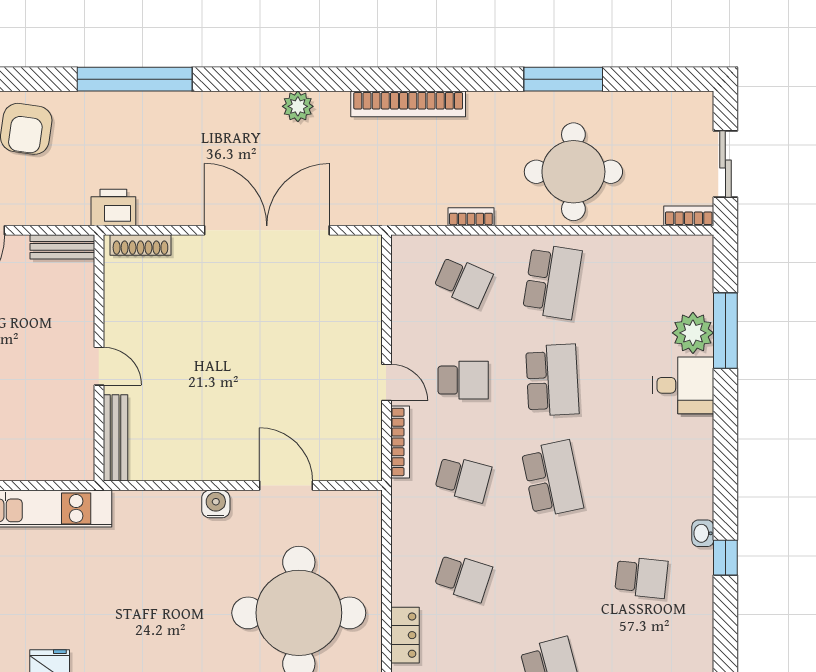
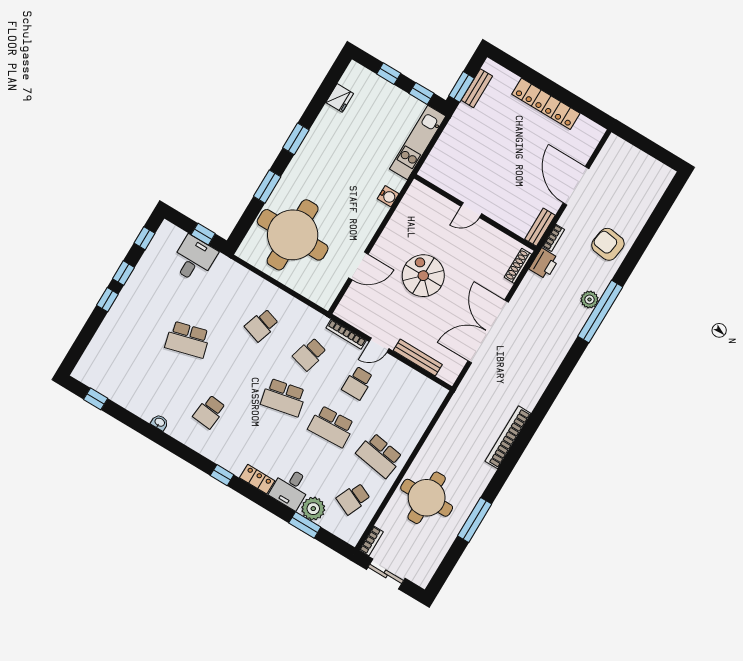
plant: (298, 106) -> (589, 300), moved
bookcase: (471, 217) -> (554, 238), moved
double door: (267, 230) -> (488, 332), swing flipped
school desk: (463, 281) -> (353, 499), moved
window: (725, 331) -> (305, 525), width x0.69
spiral stairs: (242, 379) -> (423, 276), added
bench: (115, 438) -> (418, 358), moved
water cooler: (216, 504) -> (388, 196), moved
washbasin: (703, 533) -> (160, 422), moved
window: (725, 558) -> (222, 475), moved
locker: (405, 635) -> (257, 479), moved, turned 180

